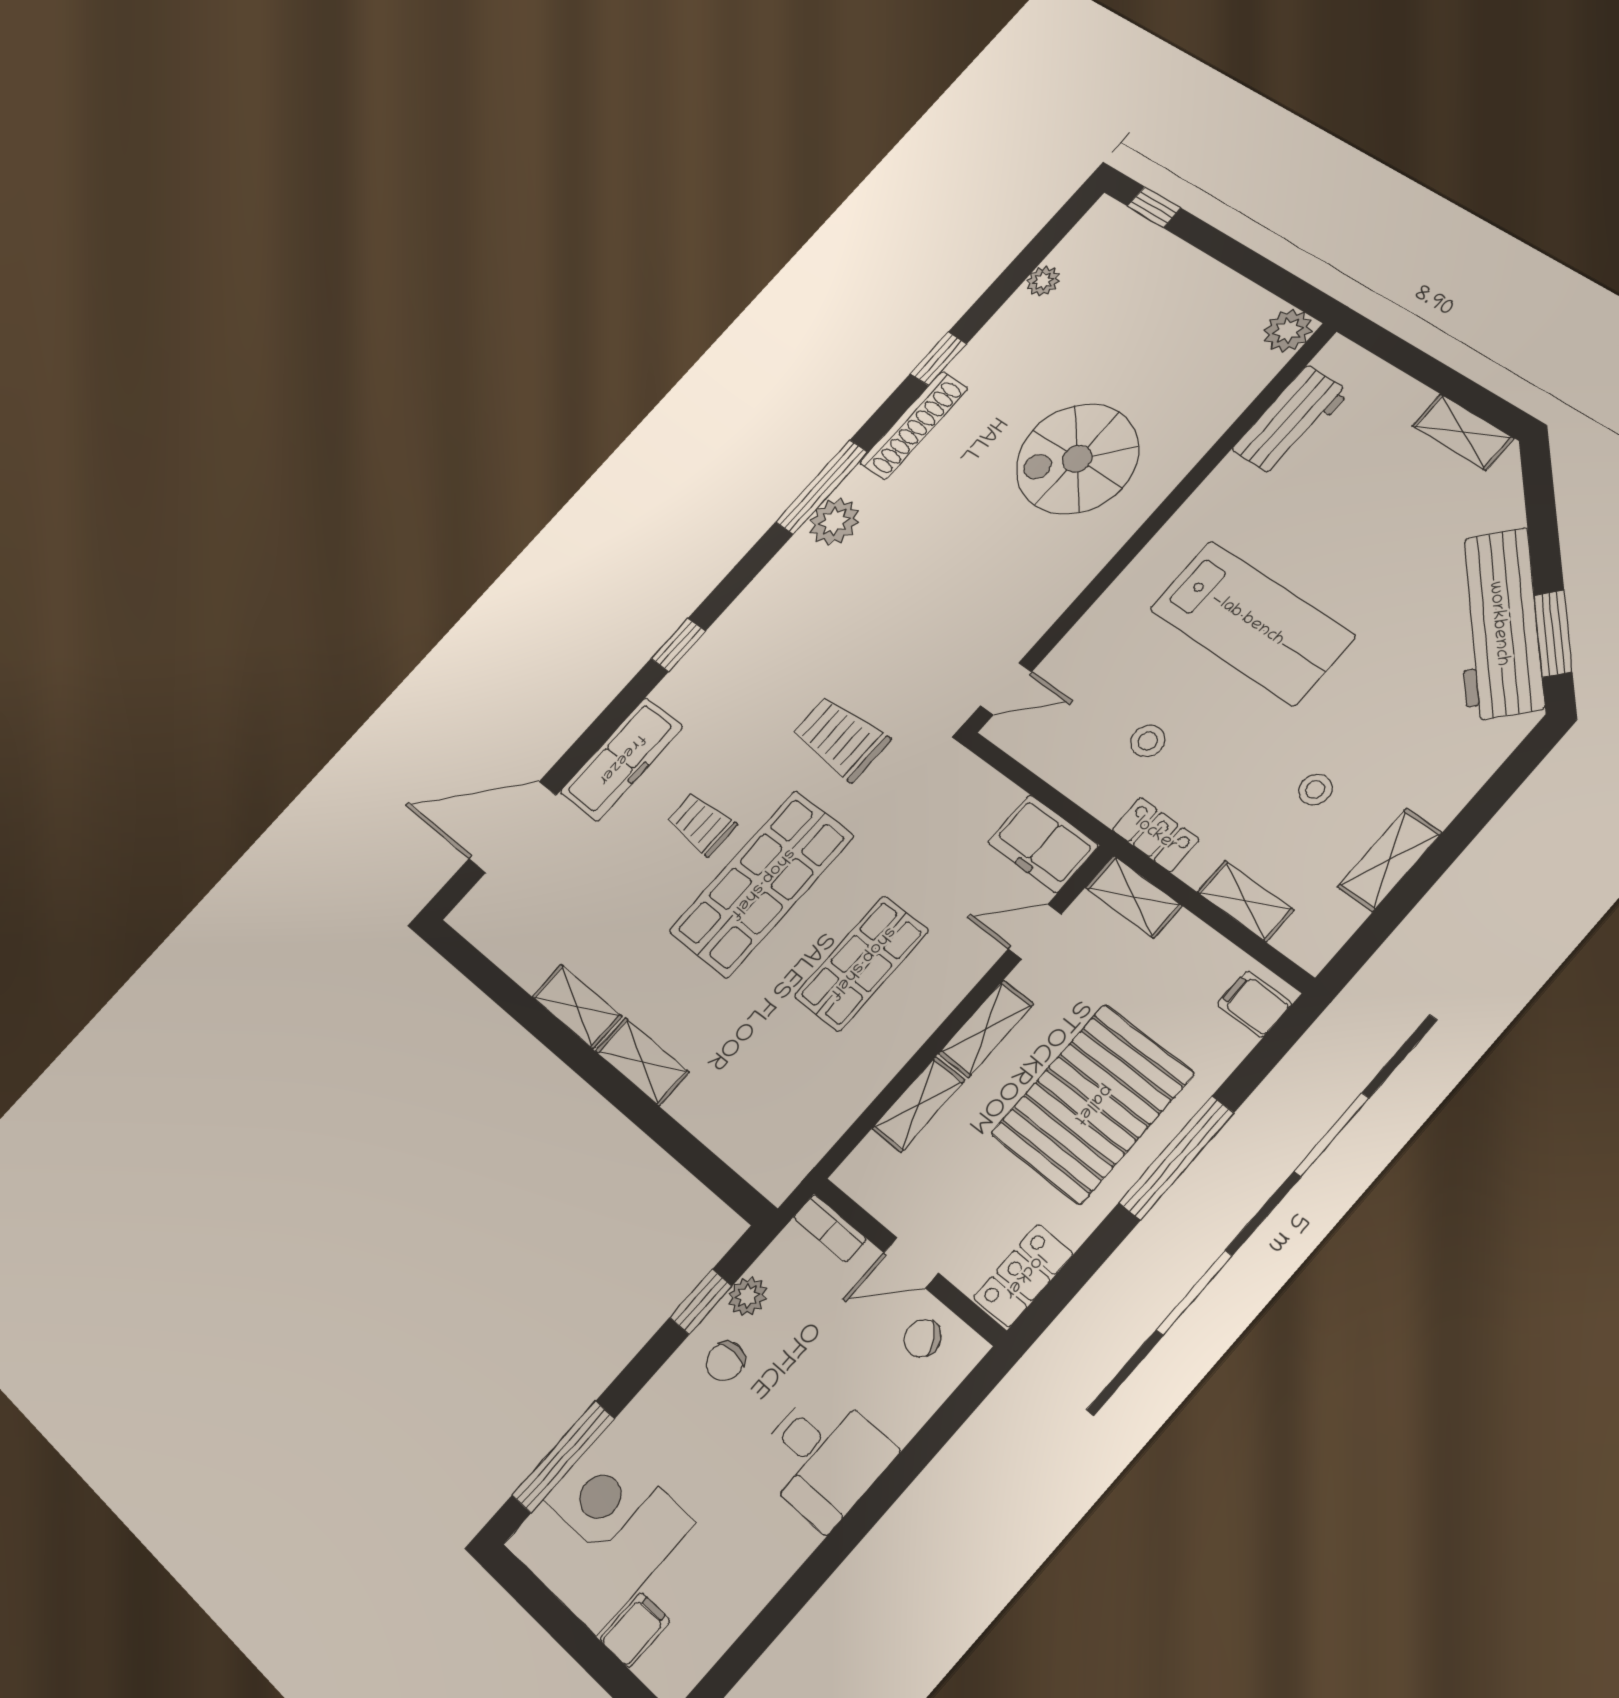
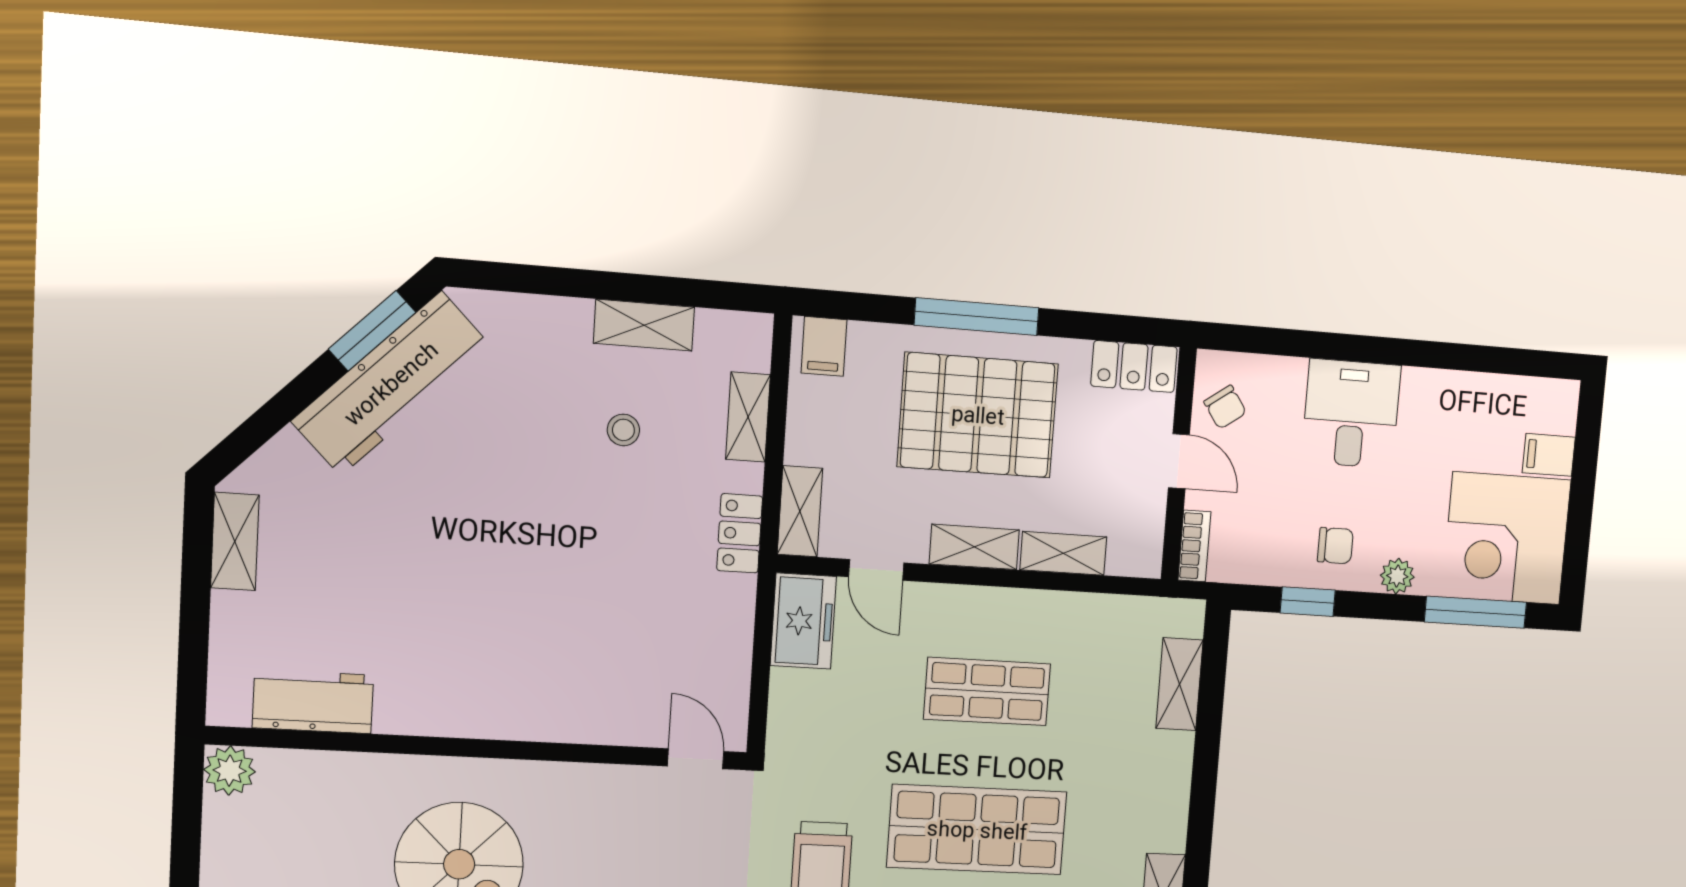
lab bench: (1252, 623) -> (514, 594), removed
stool: (1148, 741) -> (667, 602), removed
shelving: (642, 1062) -> (1179, 684), moved
plant: (747, 1296) -> (1397, 576), moved

